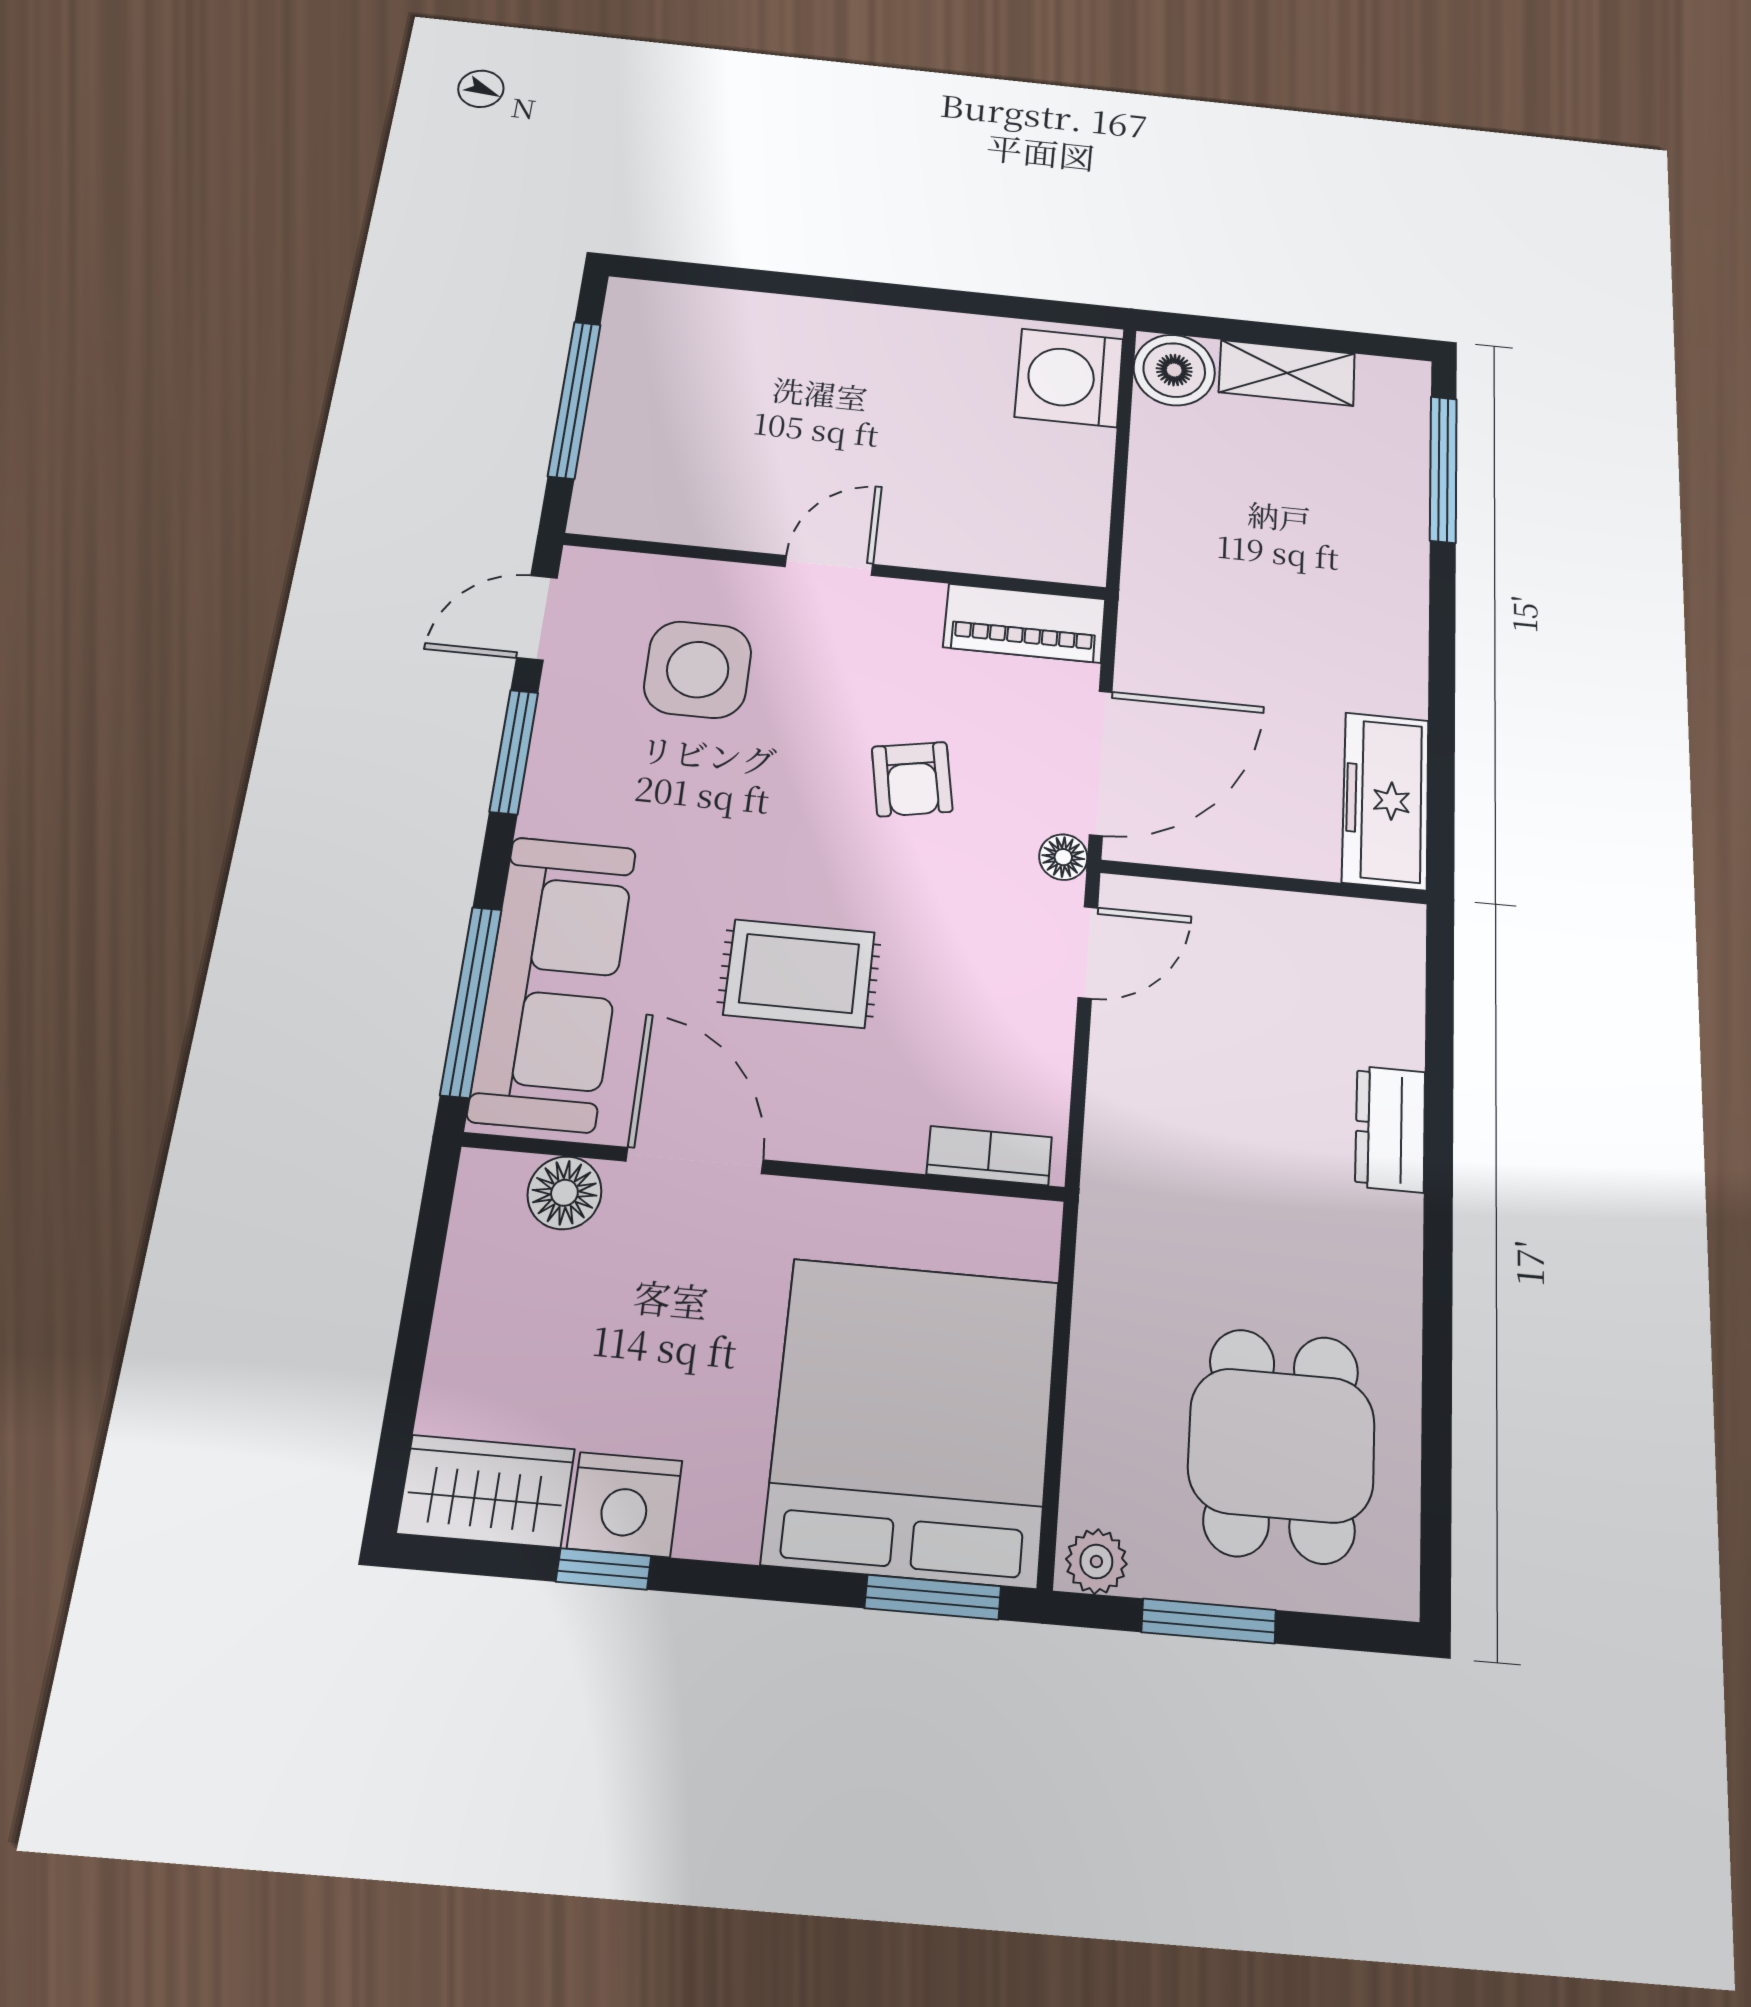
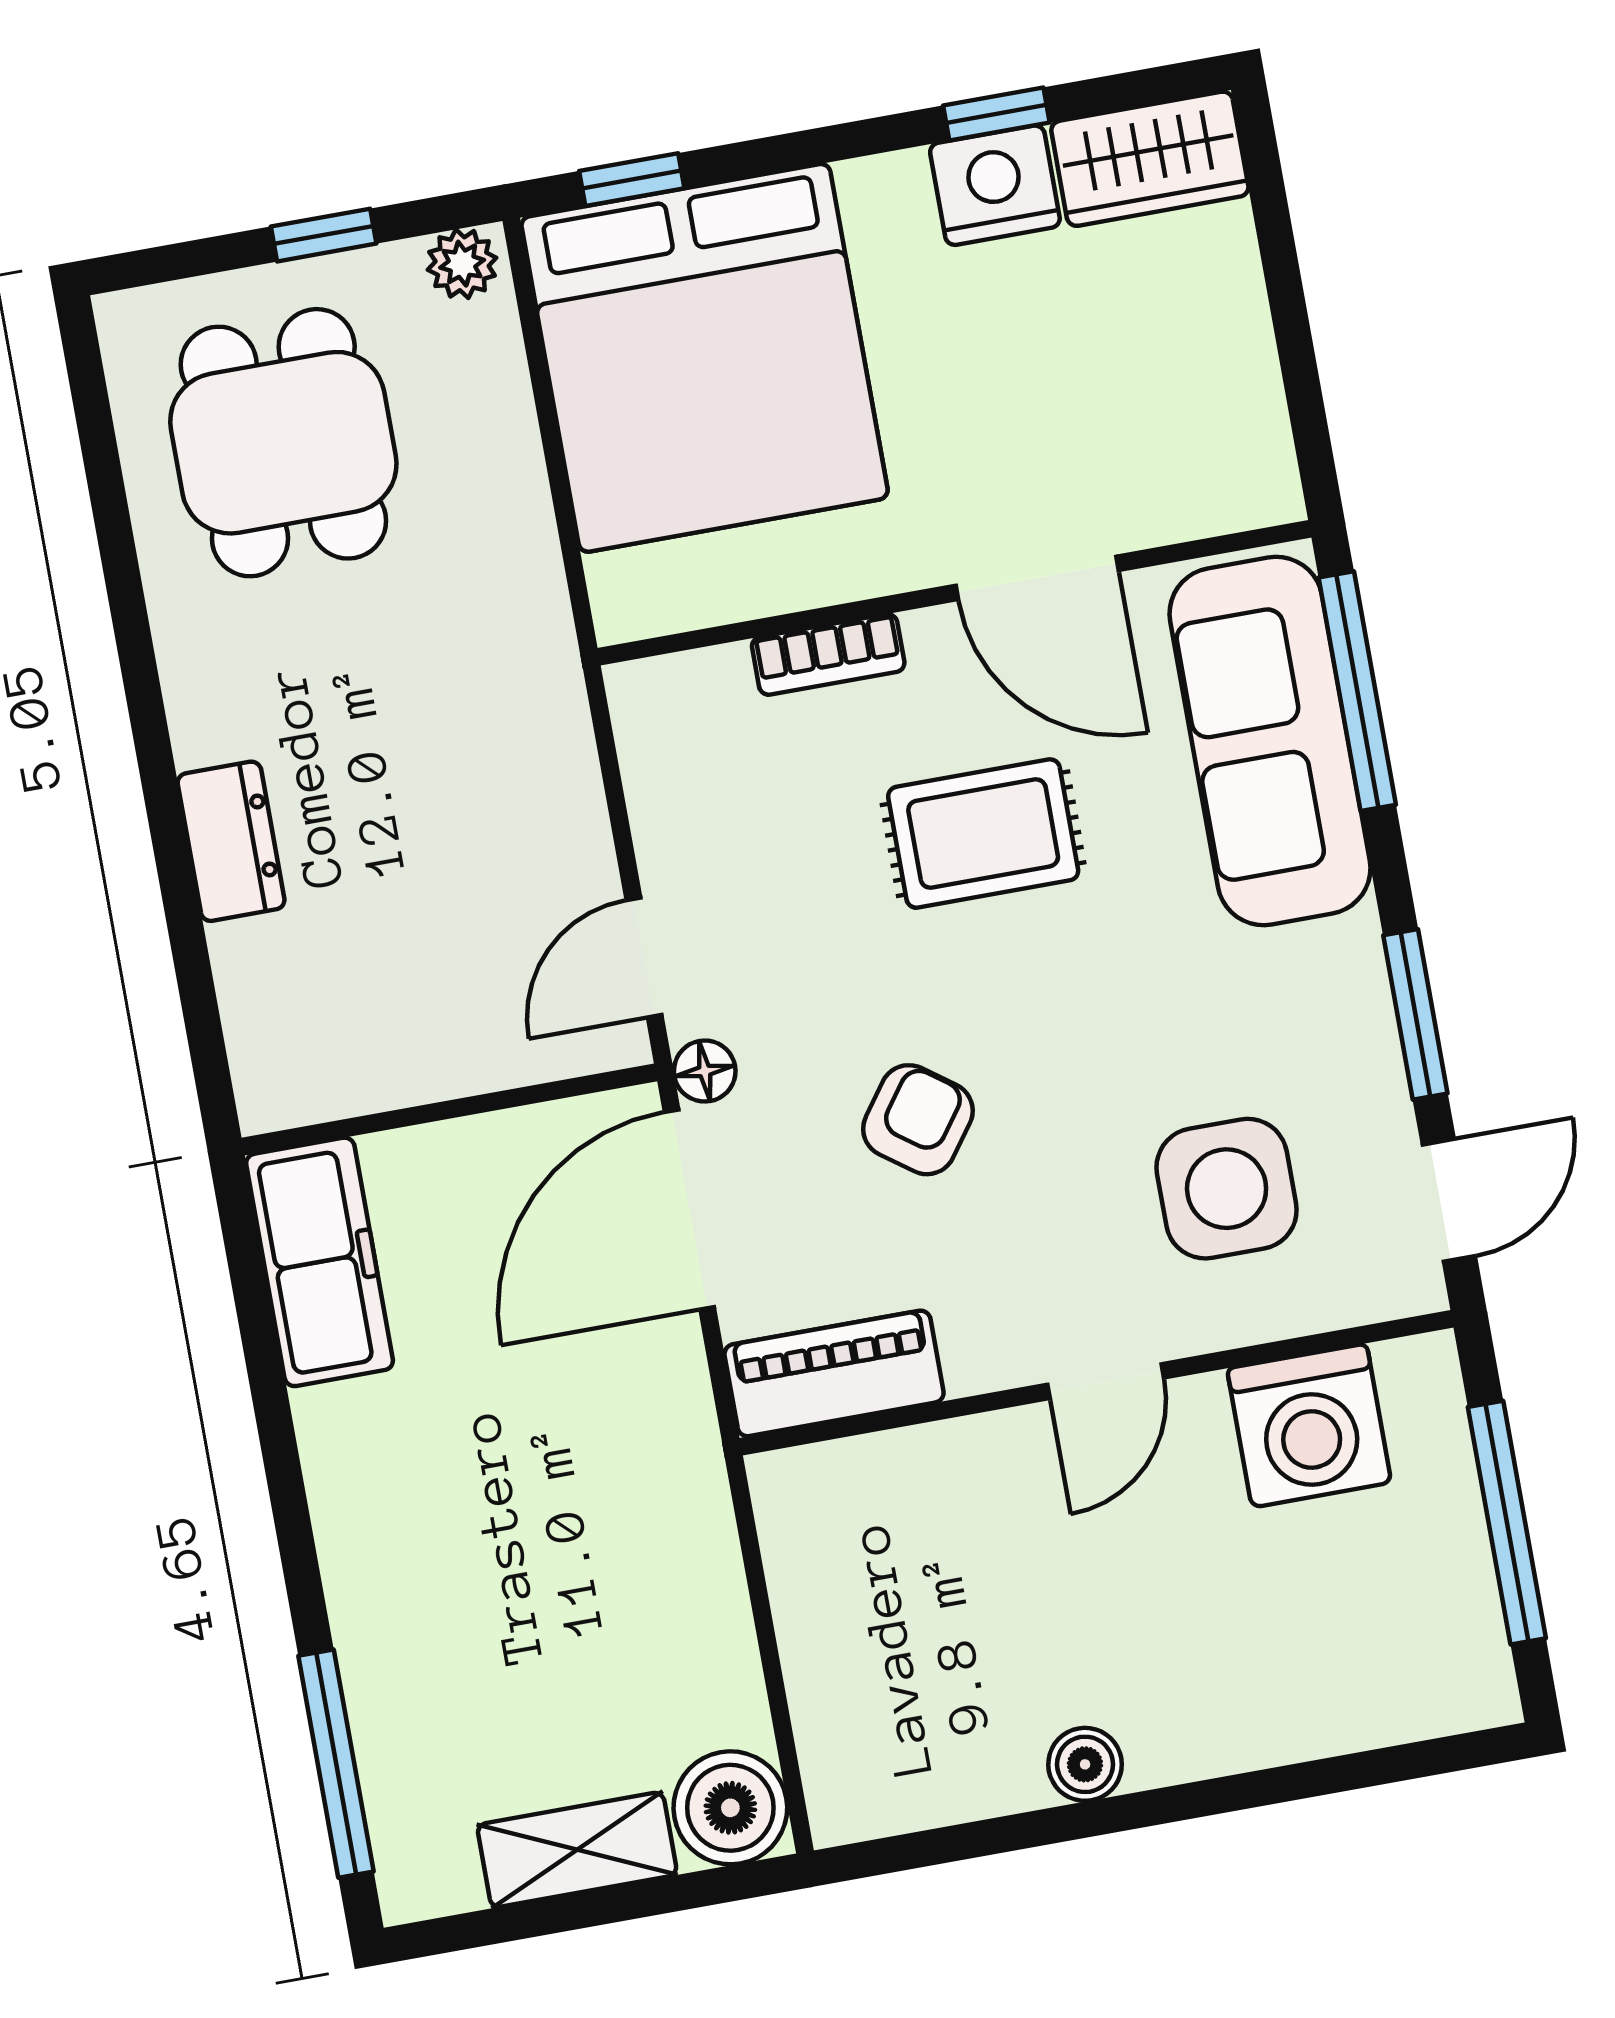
boiler: (921, 331) -> (1085, 1764), added
washing machine: (1069, 378) -> (1309, 1426), moved, turned 90
armchair: (912, 779) -> (918, 1120), turned 46
bookcase: (989, 1156) -> (828, 654), moved
floor lamp: (564, 1193) -> (1173, 500), removed
window: (933, 1597) -> (632, 180), width x0.67
window: (1209, 1621) -> (324, 235), width x0.67

